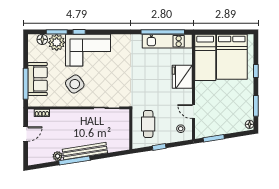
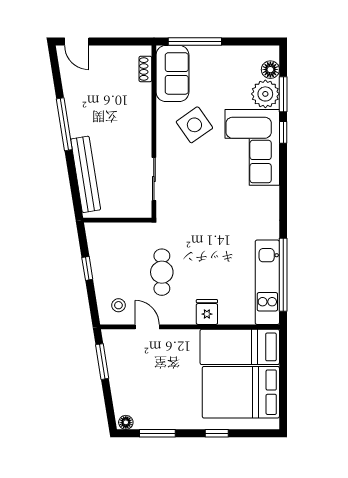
fridge: (182, 77) -> (207, 312), width x0.53, depth x0.75
sofa: (38, 79) -> (172, 73), moved, turned -90
door: (193, 112) -> (147, 327), hinge flipped
cafe table: (148, 124) -> (162, 272), moved, turned 90
door: (26, 134) -> (77, 41), moved
bench: (85, 151) -> (86, 174), moved
plant: (58, 156) -> (72, 96), removed

